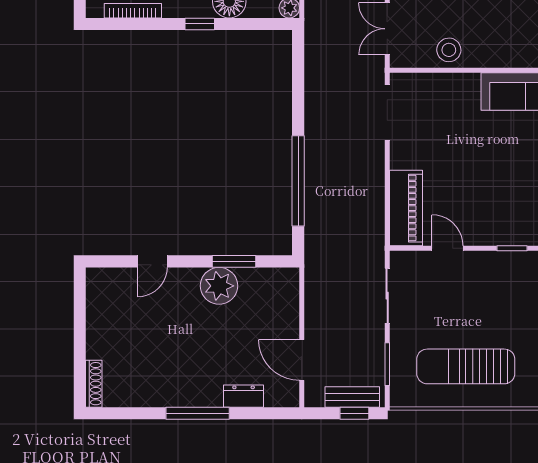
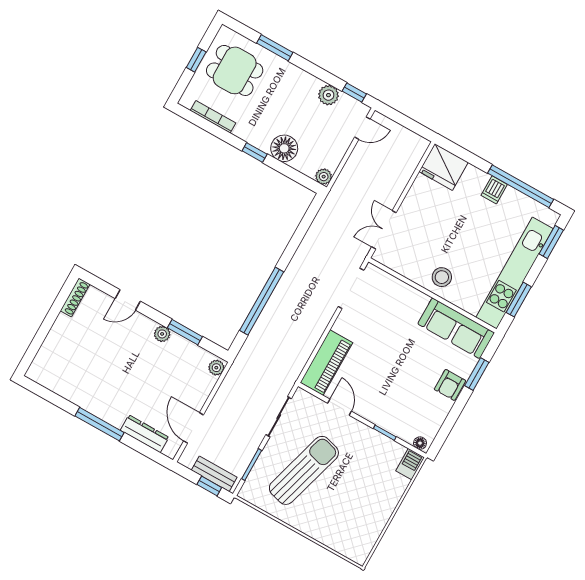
stool: (449, 50) -> (442, 277), moved
plant: (290, 281) -> (216, 368), added
plant: (219, 286) -> (162, 334), width x0.53, depth x0.53
sun lounger: (466, 366) -> (304, 470), moved, turned 106
shoe rack: (94, 384) -> (75, 298), moved
dresser: (244, 396) -> (145, 434), width x1.44

